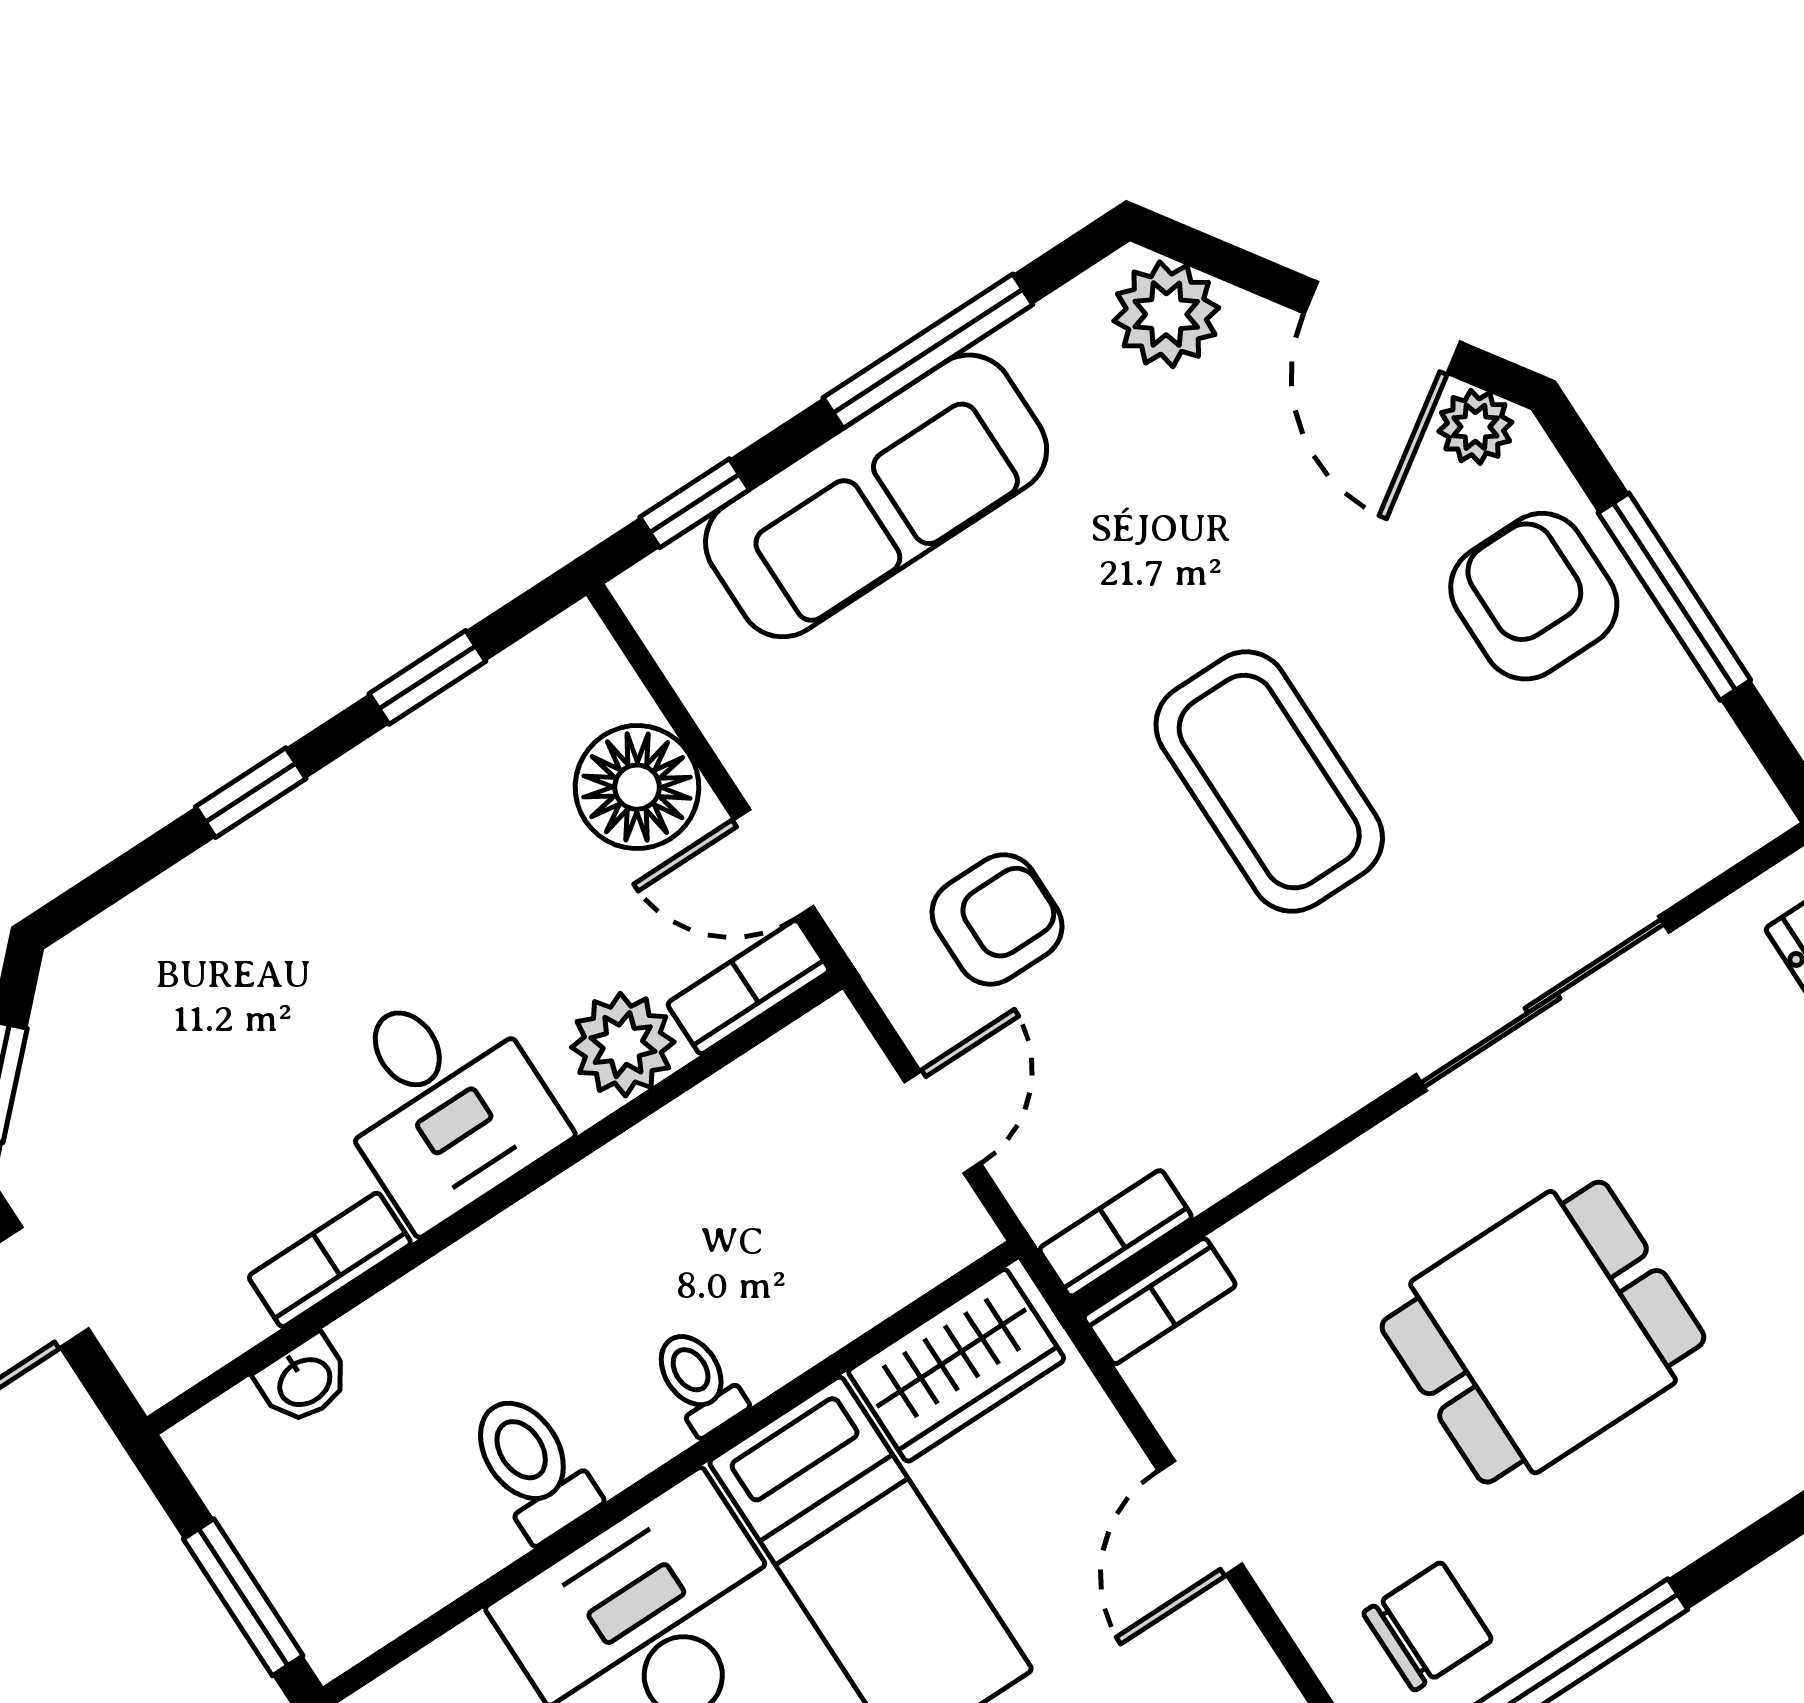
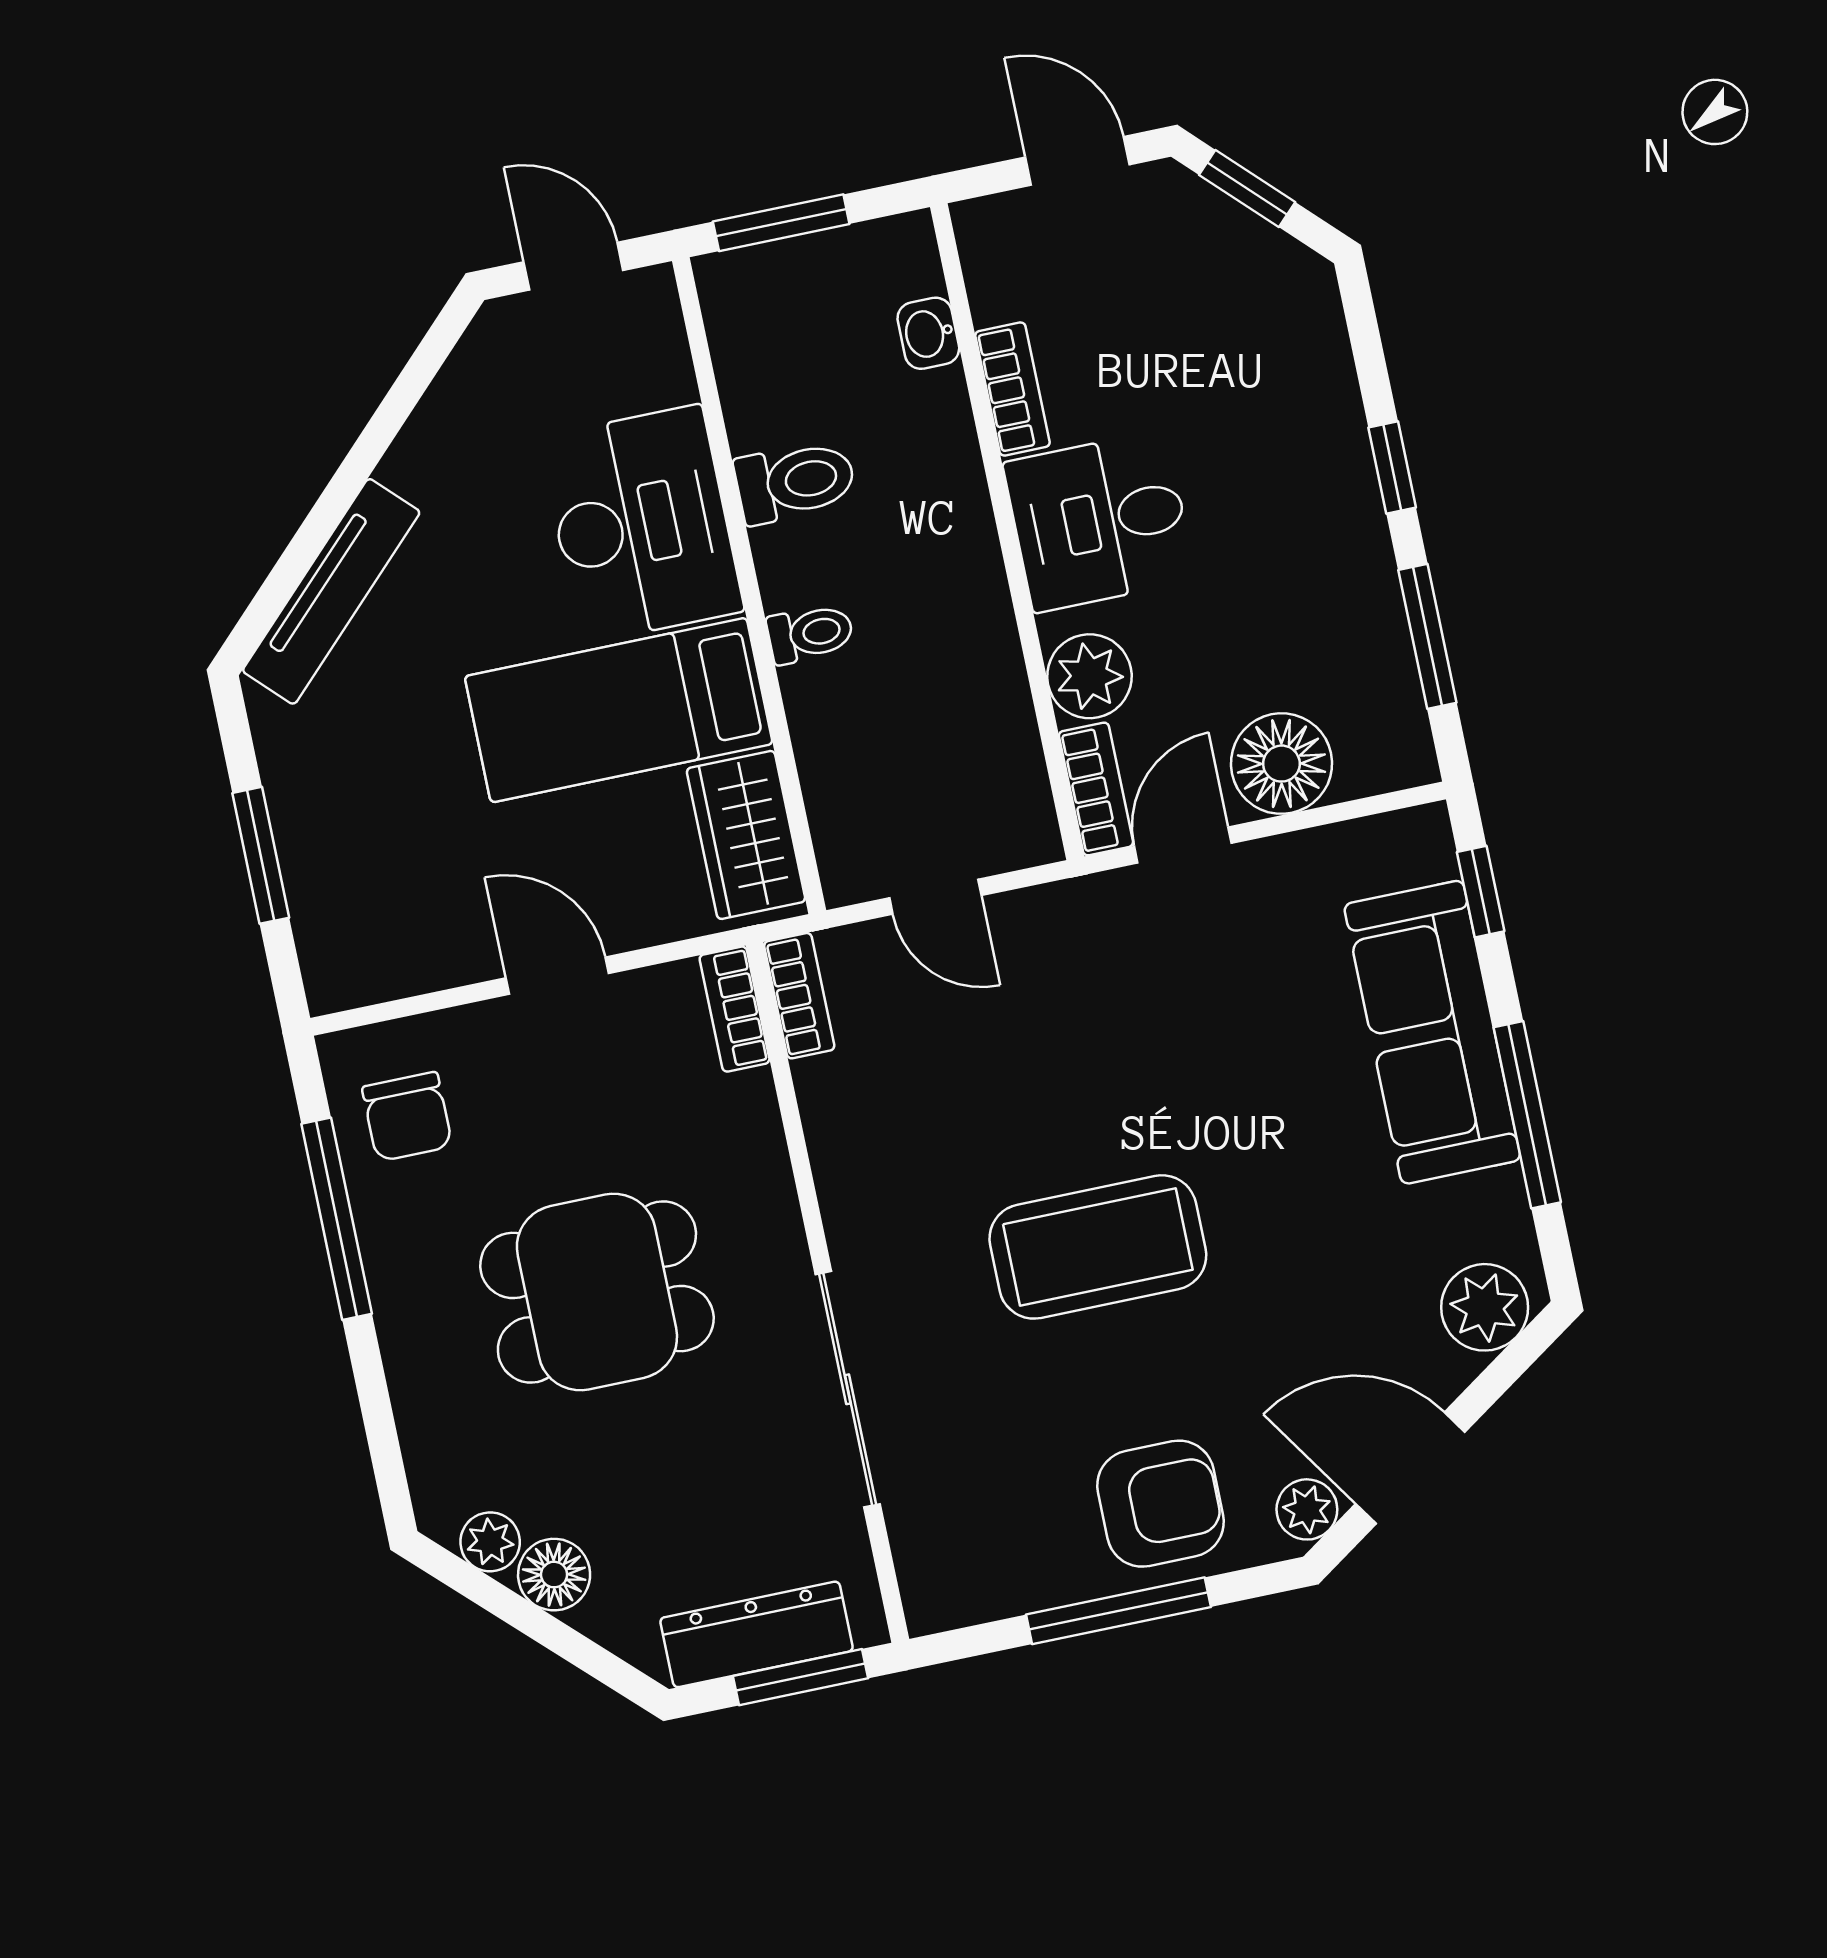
window: (427, 677) -> (1427, 636), width x1.50
armchair: (997, 919) -> (1074, 999), removed
dining table: (1543, 1332) -> (597, 1292), turned 90

